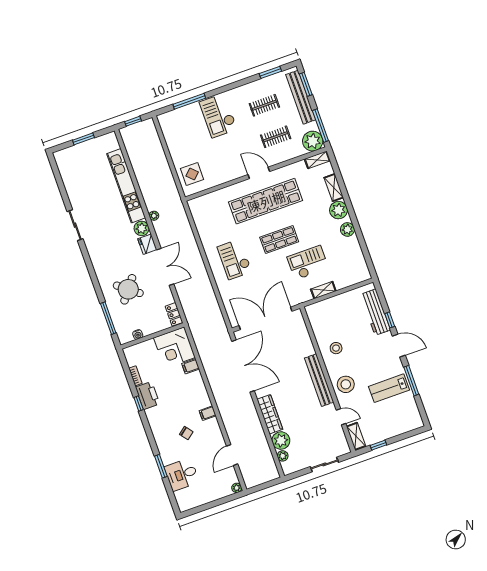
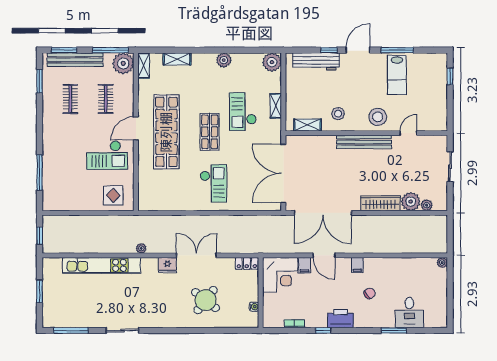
checkout: (218, 116) -> (107, 155), moved
plant: (339, 210) -> (272, 62), moved
plant: (142, 228) -> (150, 265), removed
checkout: (235, 259) -> (213, 183), turned -90
window: (108, 318) -> (71, 330), moved
double door: (243, 366) -> (323, 213), swing flipped
printer: (148, 395) -> (340, 319), moved
shelving: (356, 436) -> (307, 125), moved
window: (378, 445) -> (450, 76), moved
door: (232, 455) -> (324, 255), moved

